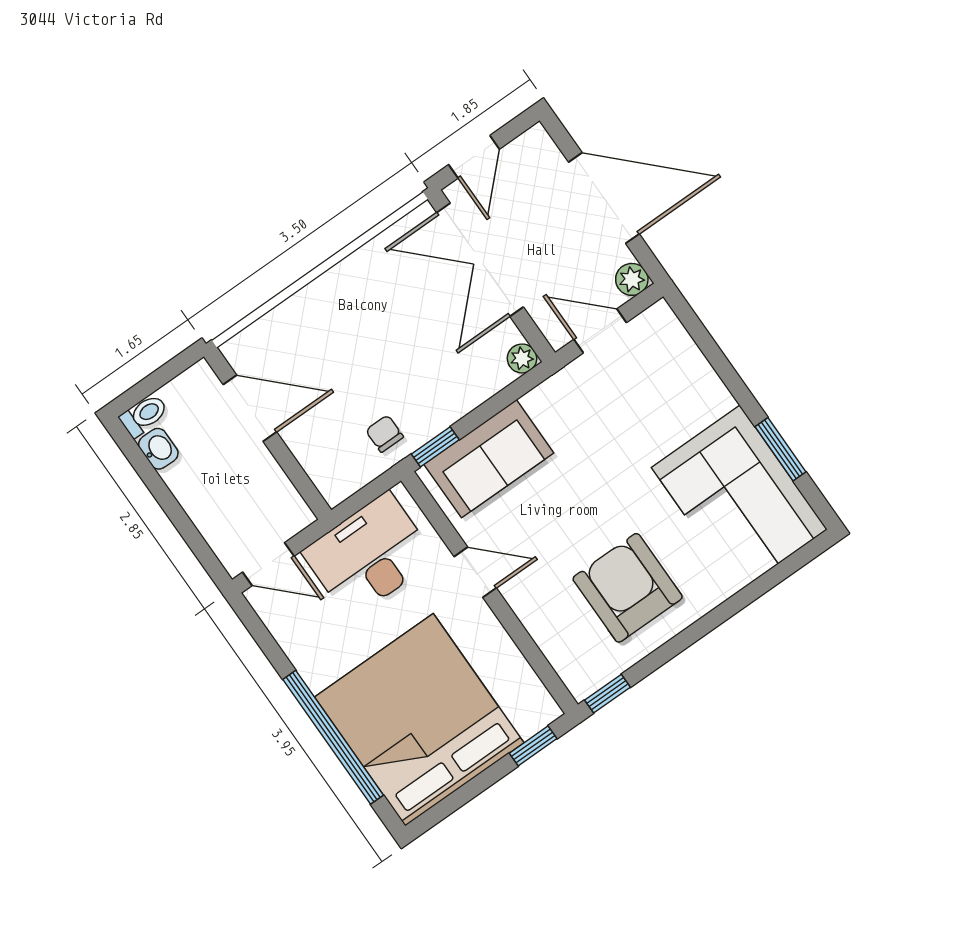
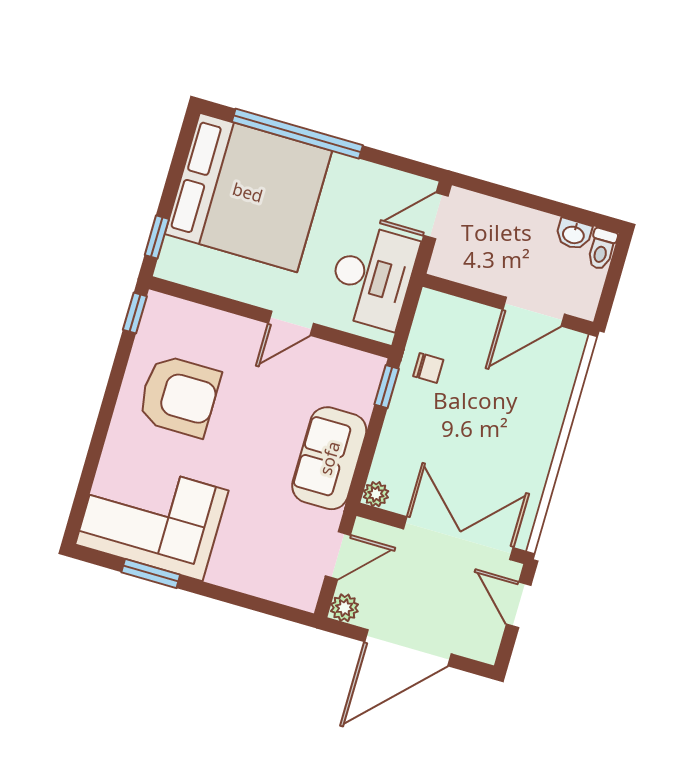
sofa: (489, 459) -> (329, 458), moved

